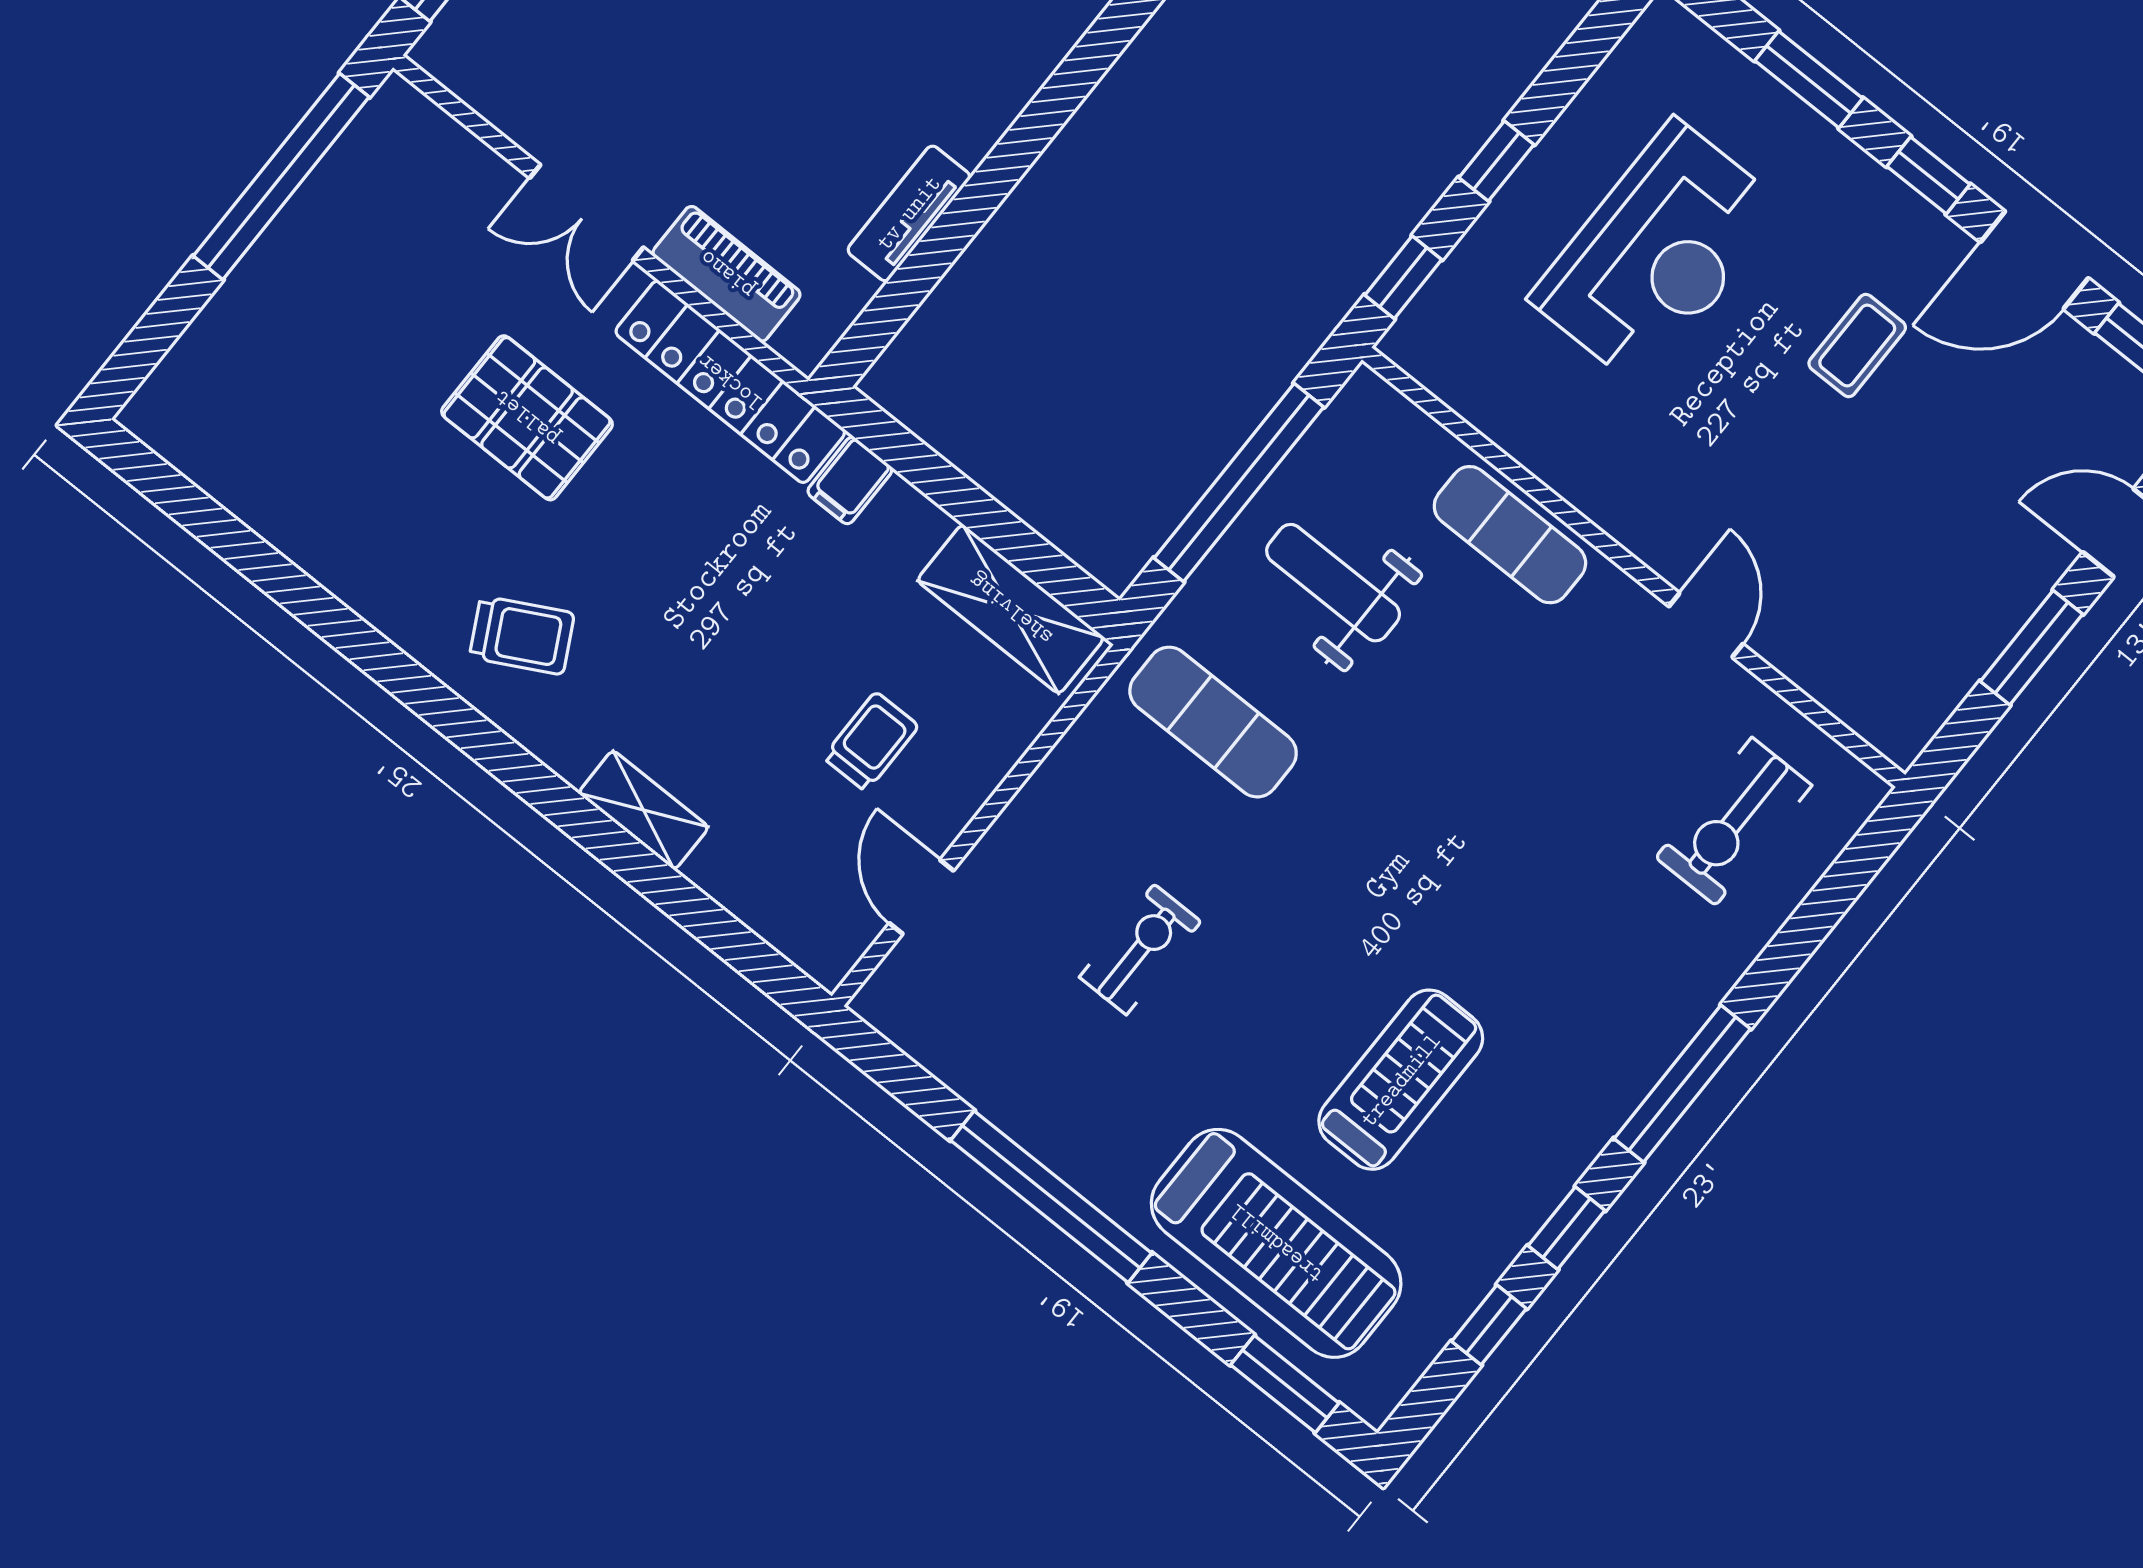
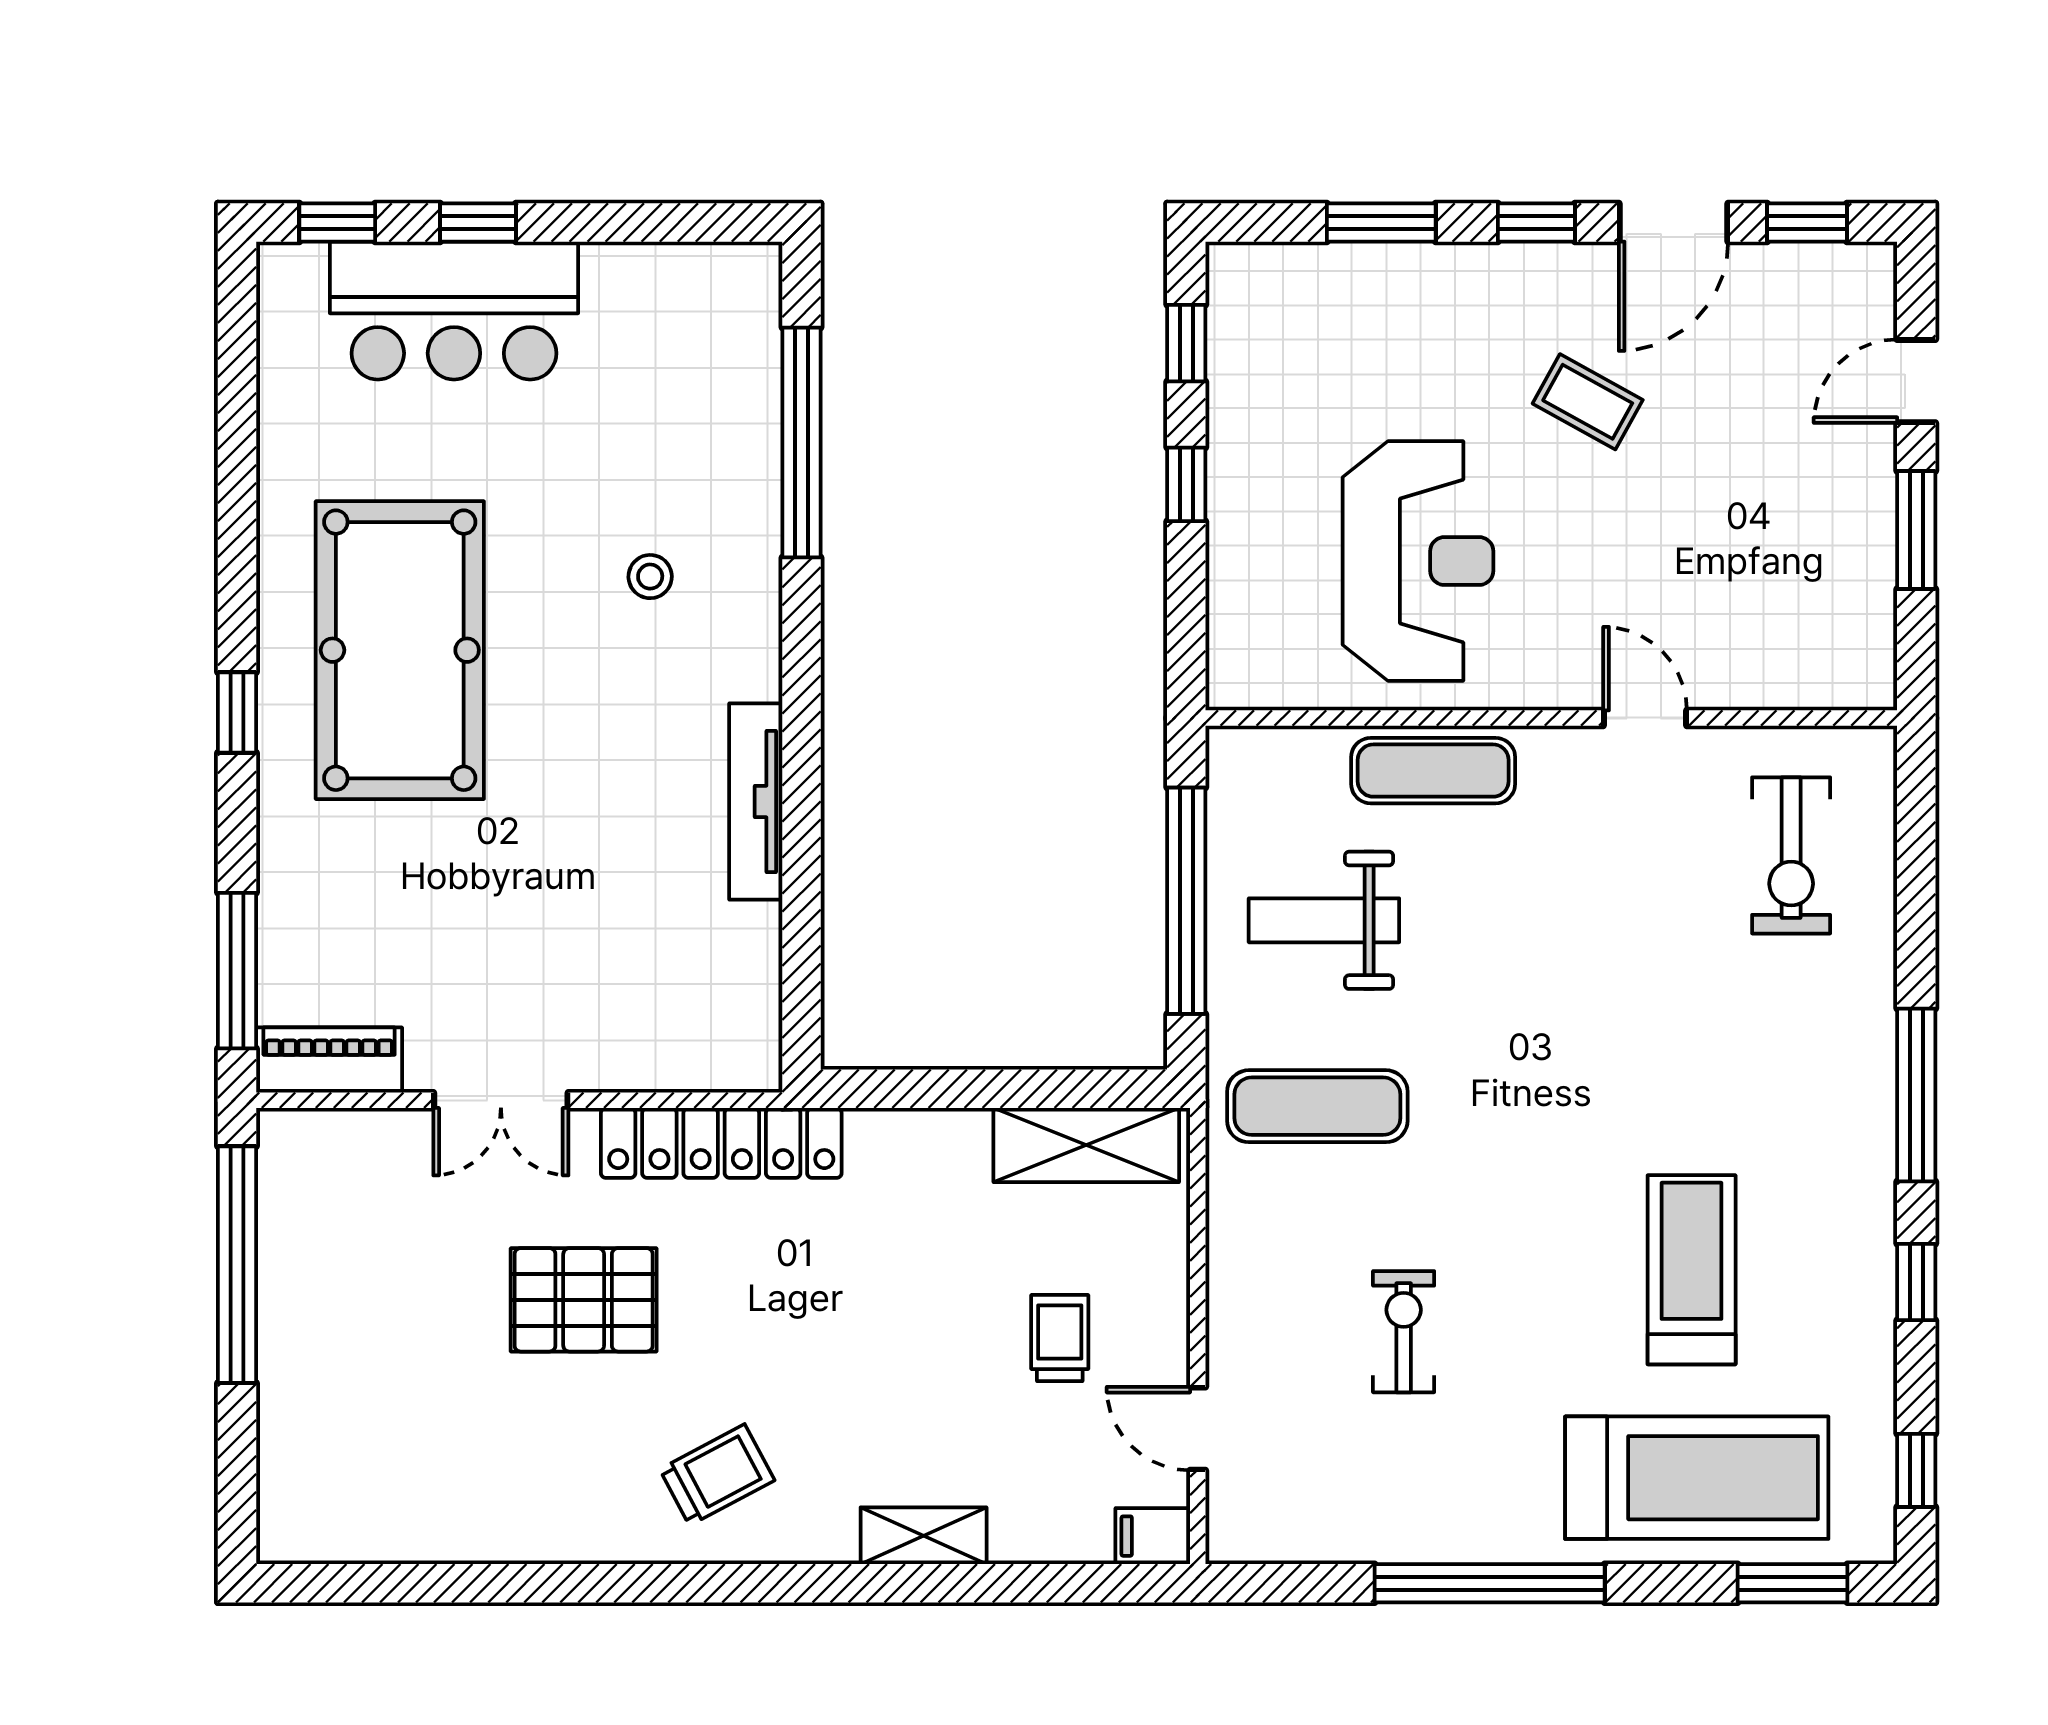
tv unit: (909, 213) -> (756, 801), moved, width x1.41
reception desk: (1658, 253) -> (1418, 561), moved
piano: (727, 274) -> (329, 1060), moved
window: (1403, 277) -> (1186, 343), moved
coffee table: (1857, 346) -> (1588, 402), turned -61
filing cabinet: (850, 481) -> (1153, 1536), moved, turned 90
window: (1489, 1325) -> (1916, 1470), moved

